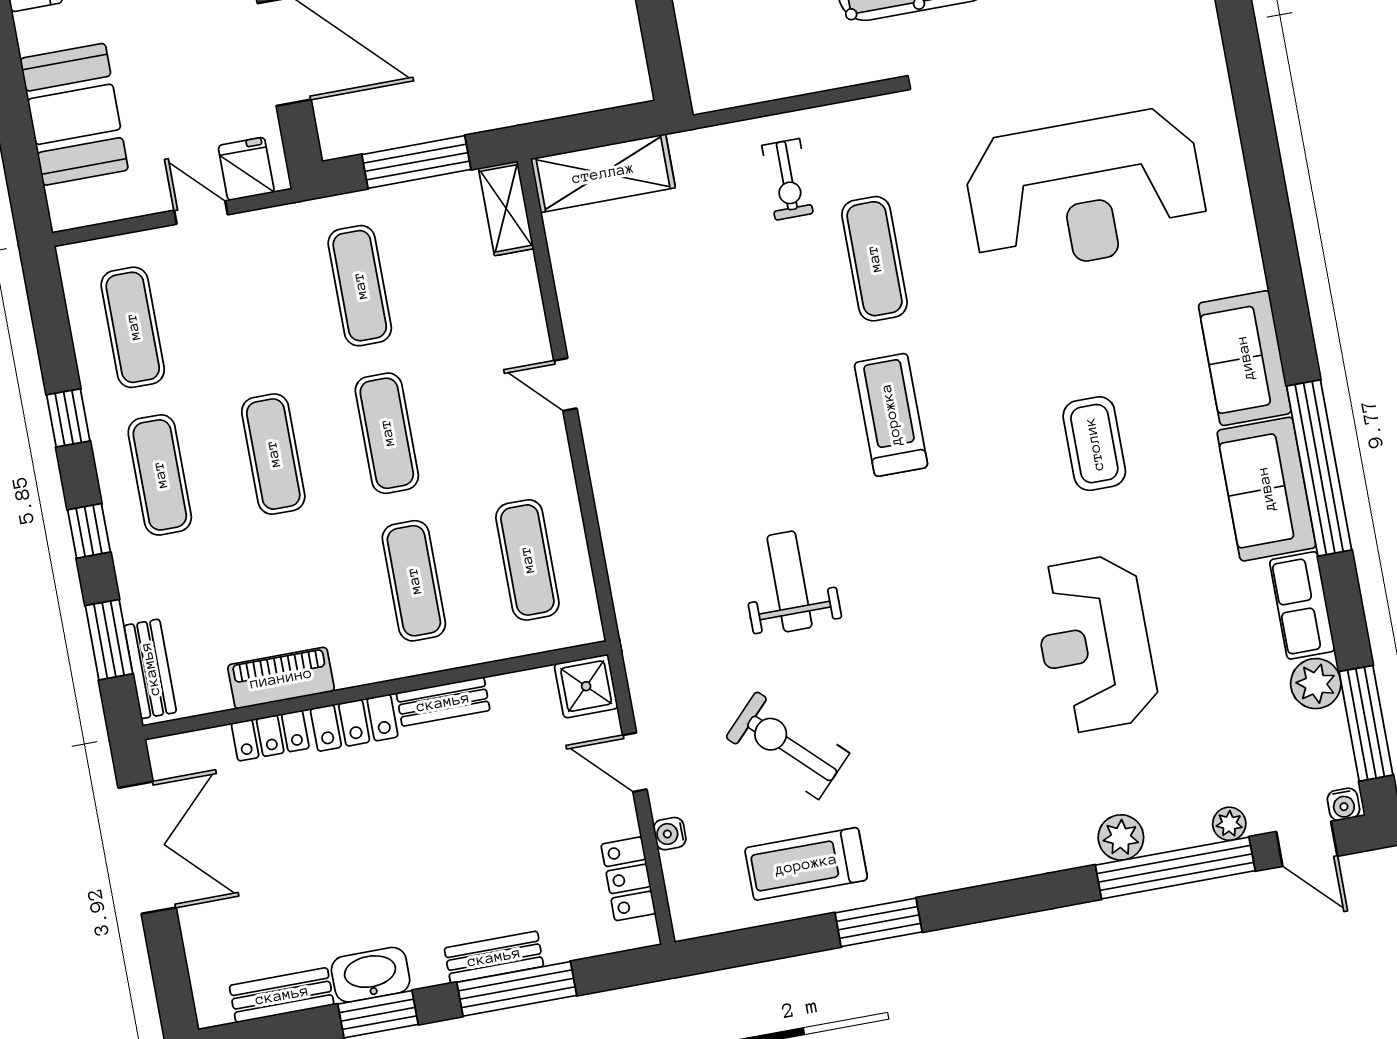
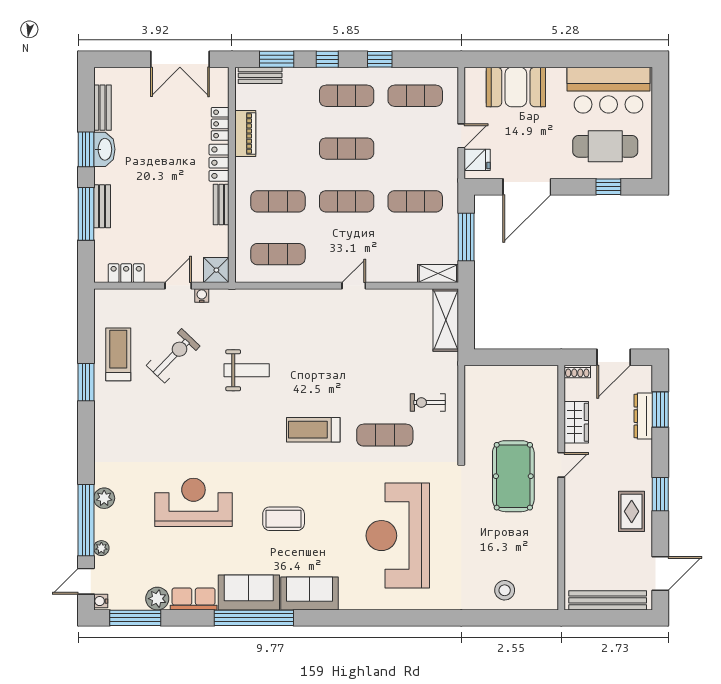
treadmill: (891, 415) -> (313, 430), turned 180
water cooler: (670, 834) -> (202, 296), moved

